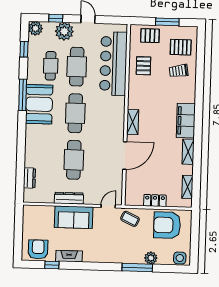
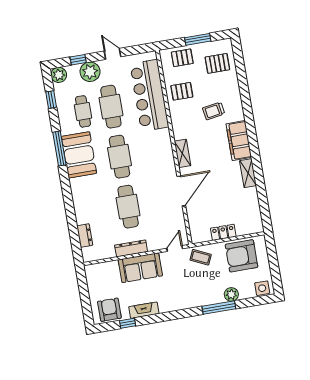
pallet: (143, 66) -> (182, 91), turned 90
trolley: (179, 71) -> (214, 111), moved
shelving: (187, 187) -> (255, 211), removed

